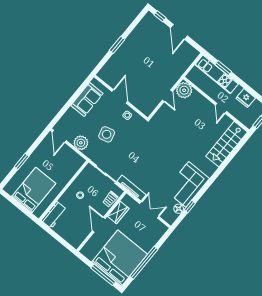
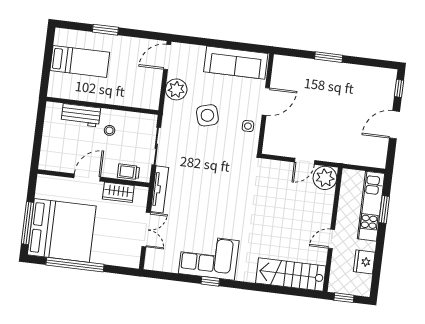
sofa: (87, 99) -> (236, 63), width x1.36
bed: (34, 190) -> (80, 61), width x0.67
window: (190, 206) -> (210, 281), moved
floor lamp: (179, 209) -> (171, 266), removed
workbench: (54, 215) -> (81, 115), moved

